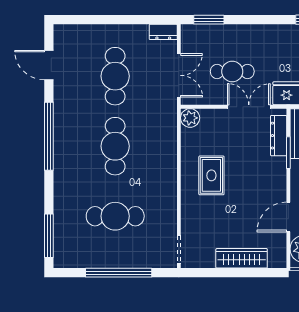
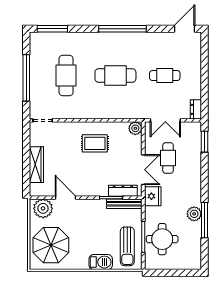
door: (49, 65) -> (185, 29), moved
cafe table: (115, 76) -> (165, 76), width x0.73, depth x0.74

